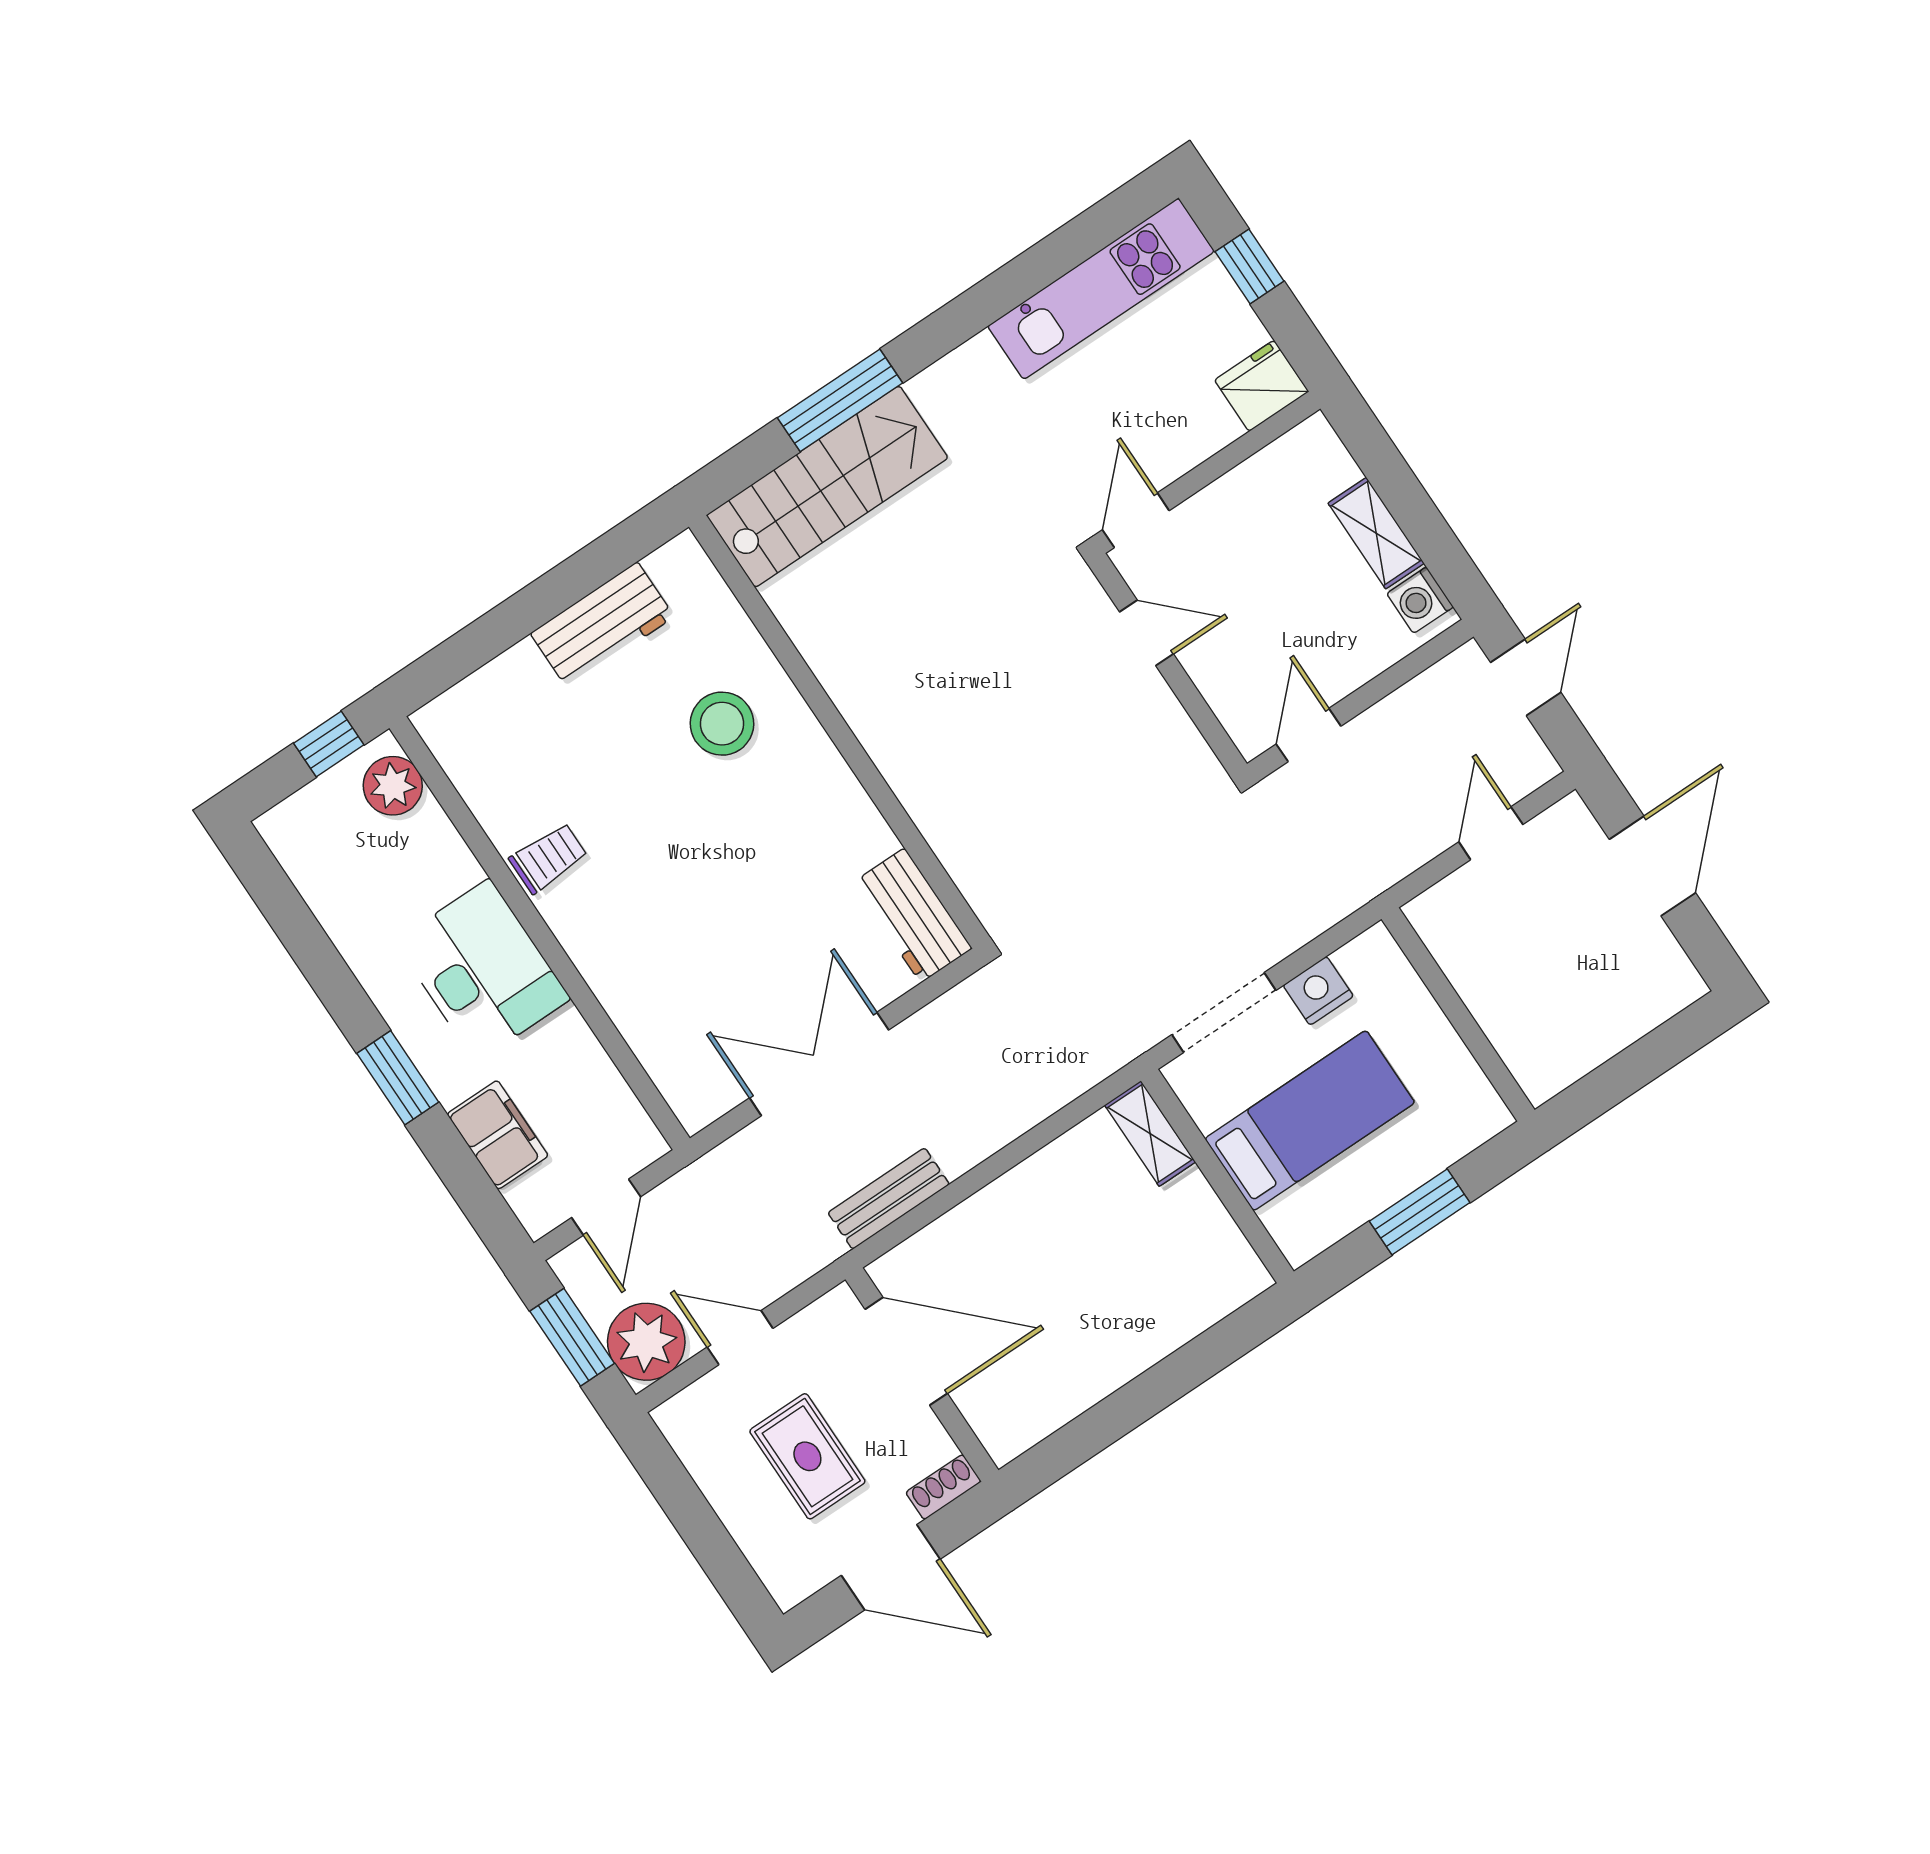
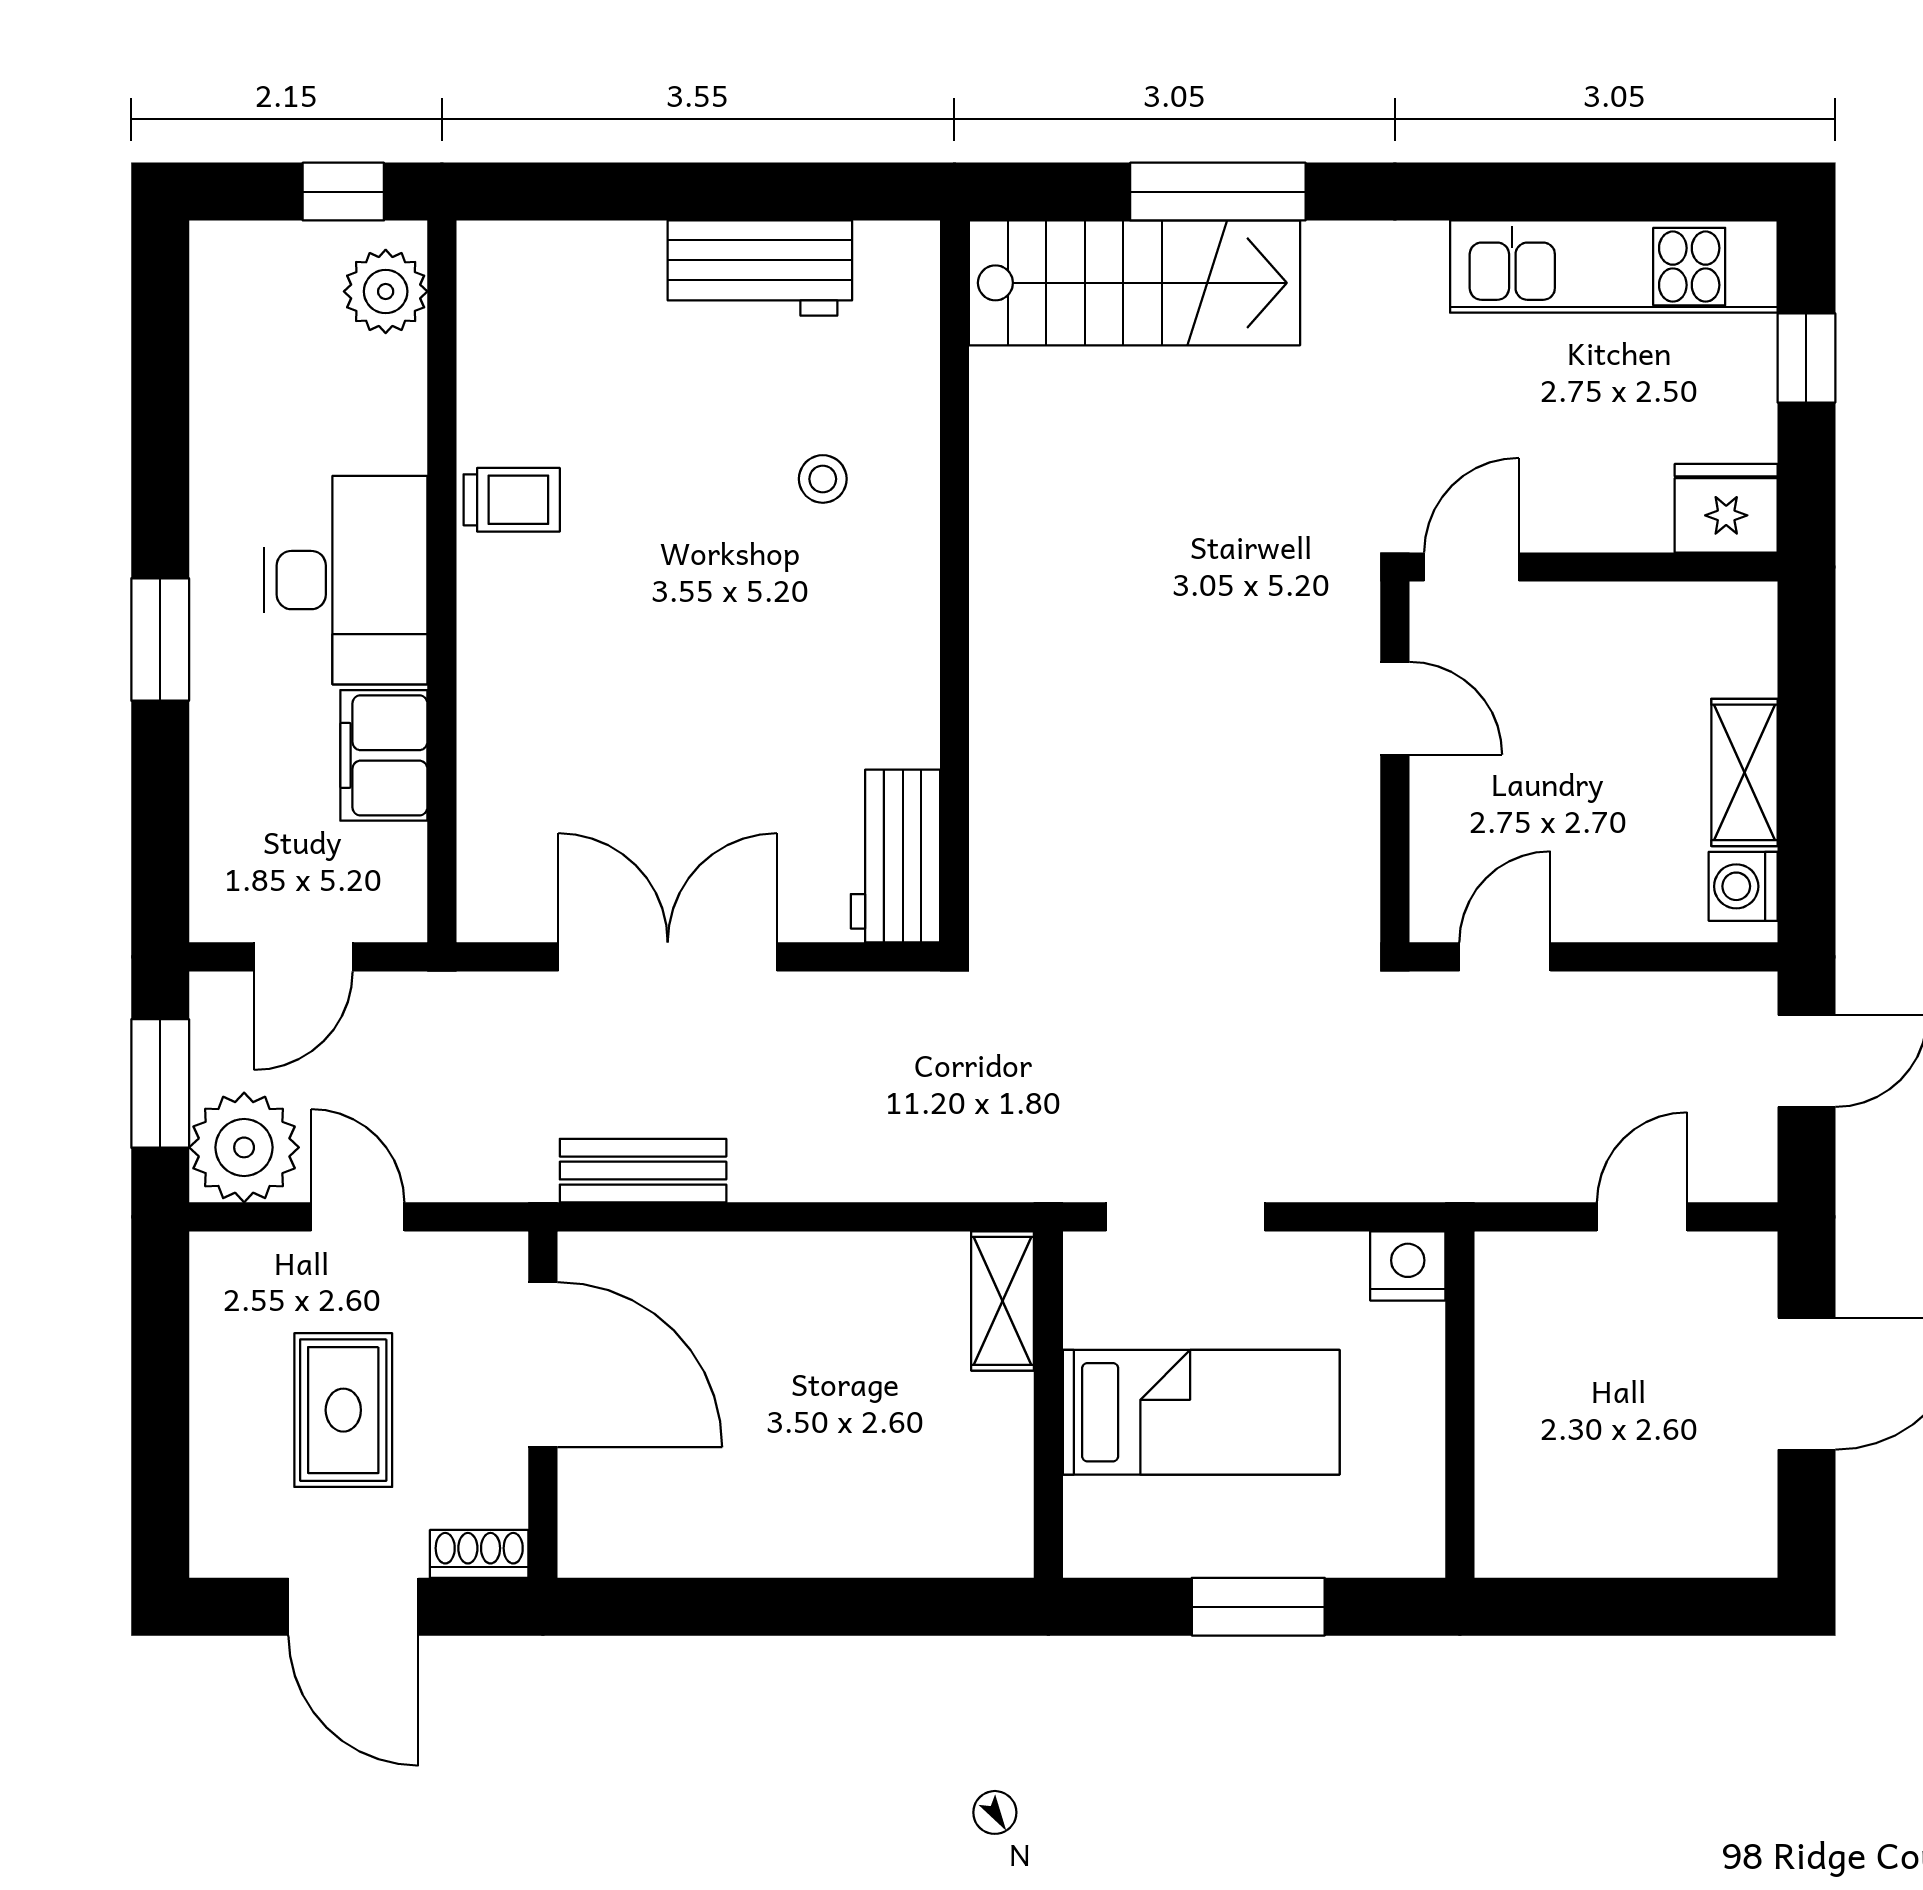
stool: (722, 724) -> (823, 479), width x0.53, depth x0.53
nightstand: (1318, 991) -> (1408, 1266), moved
filing cabinet: (498, 1135) -> (384, 755), moved, turned 180

